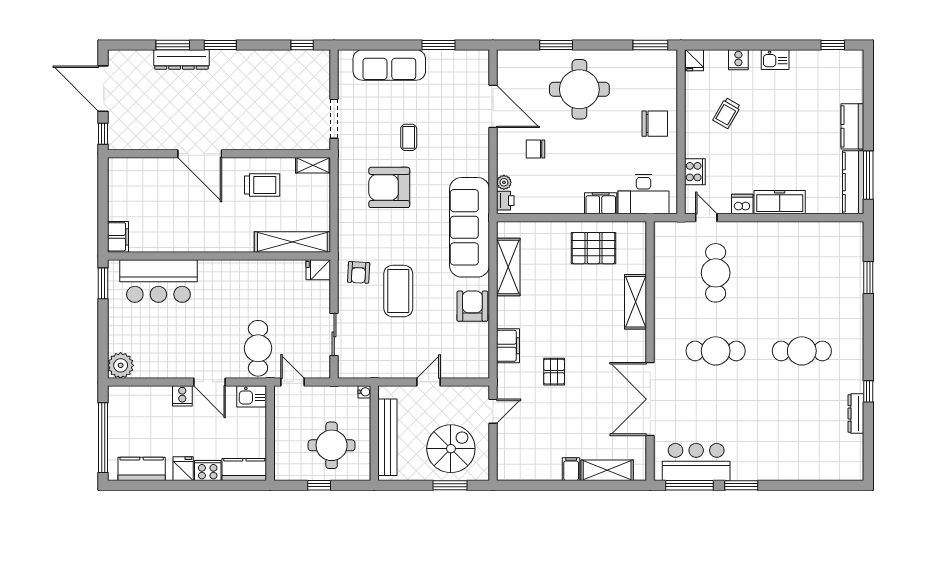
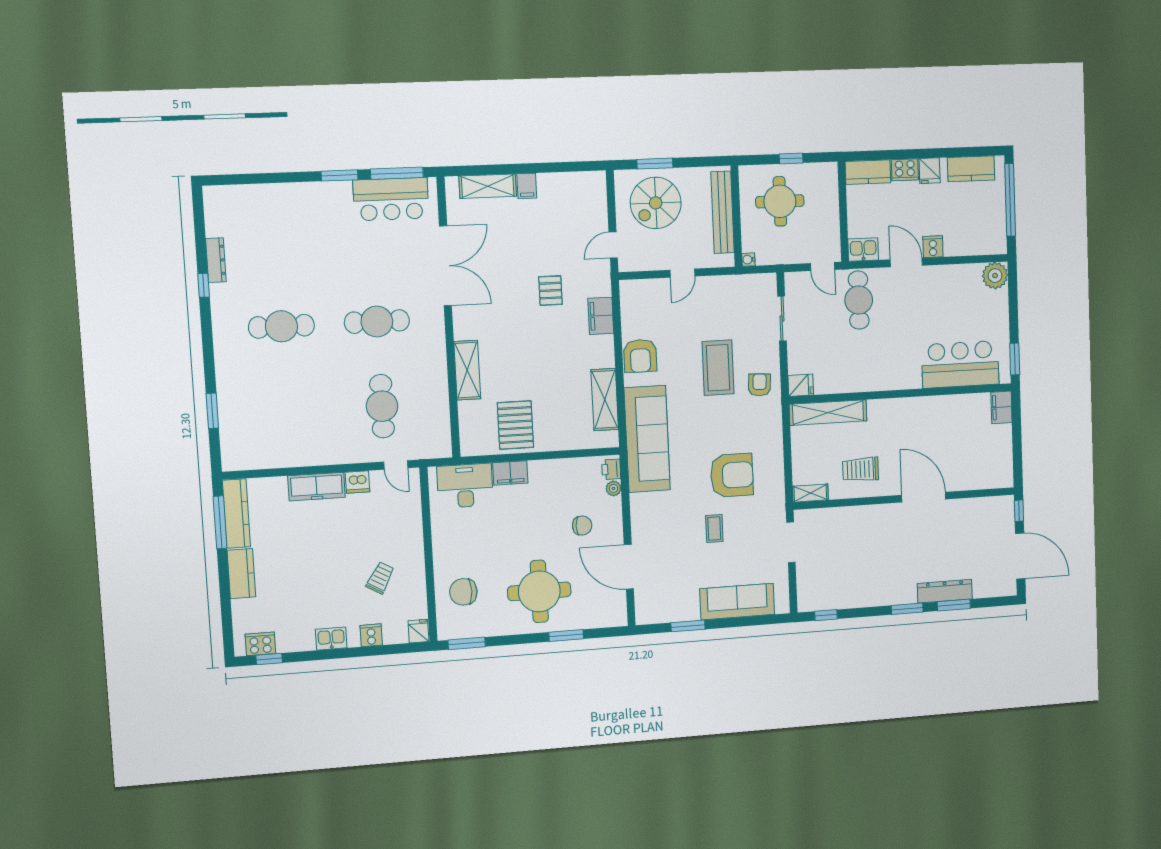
chair: (655, 124) -> (463, 592), moved
cooker: (695, 172) -> (260, 644), moved, turned 90
pallet: (593, 248) -> (515, 425), turned 90

